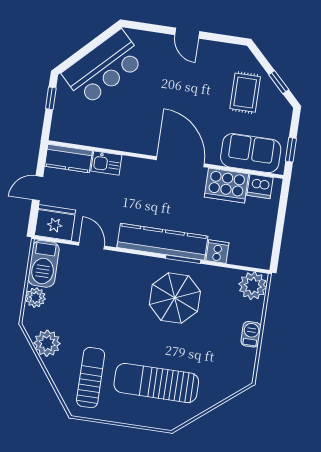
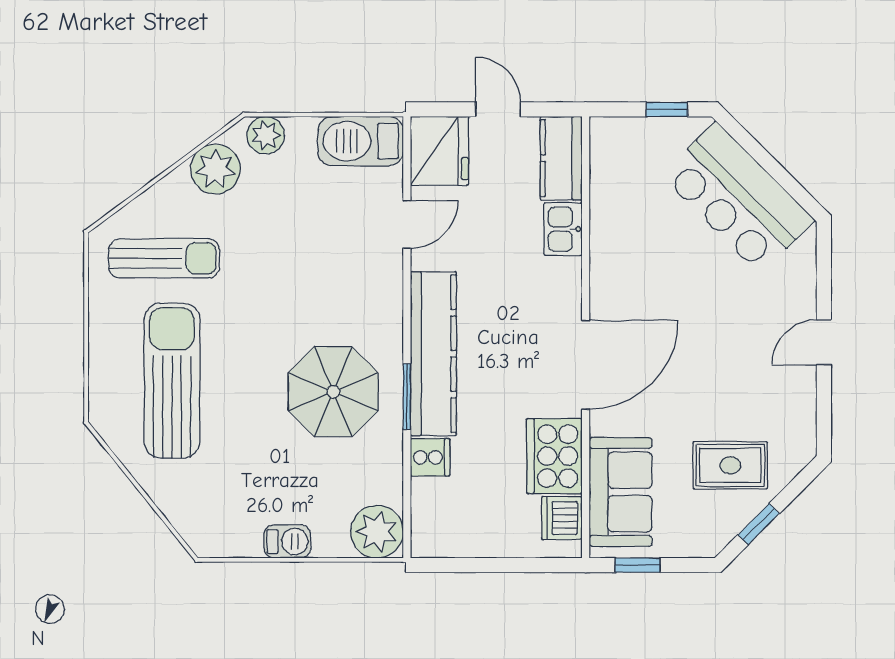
plant: (35, 298) -> (266, 135), moved

